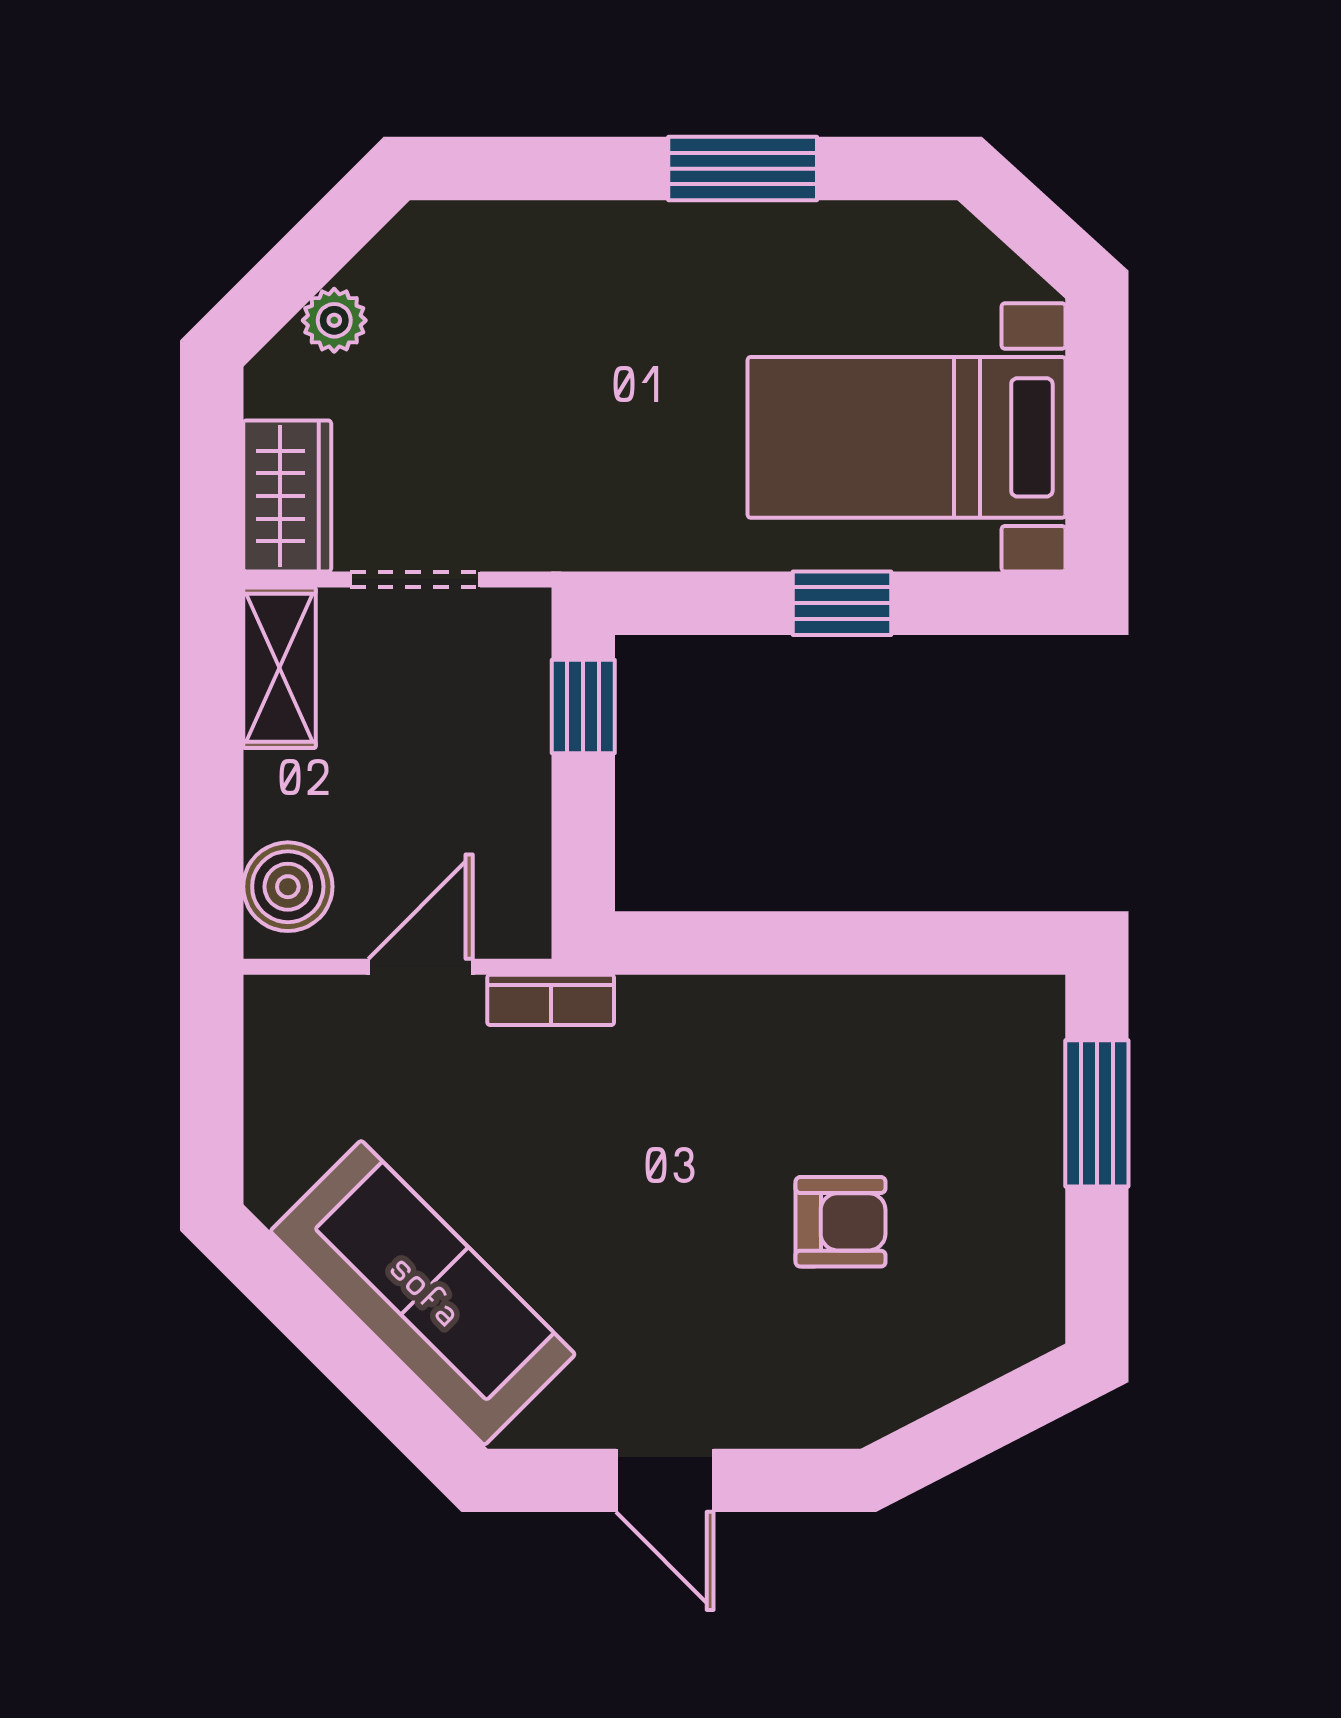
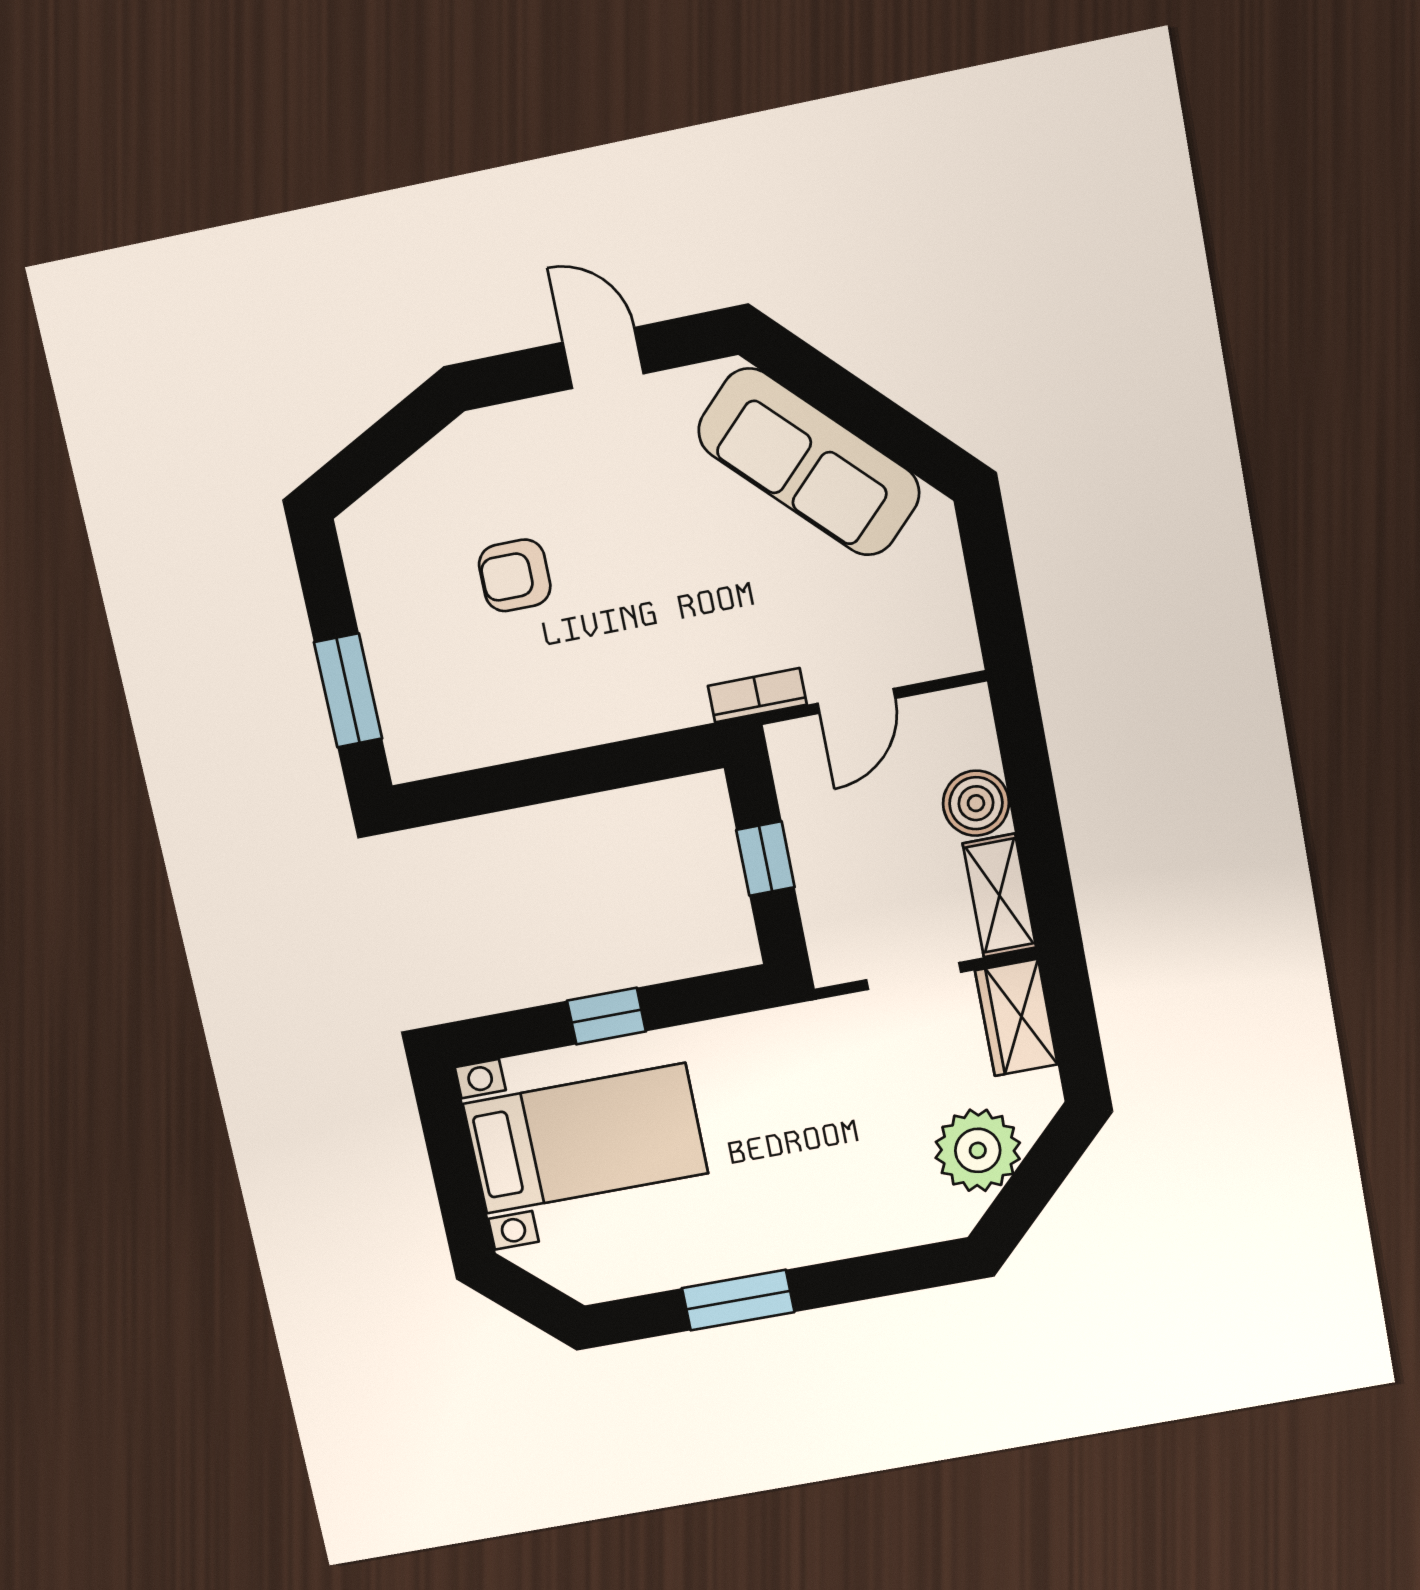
plant: (334, 320) -> (978, 1150), width x1.87, depth x1.87
window: (583, 706) -> (765, 859), moved
boiler: (288, 887) -> (976, 803), moved

